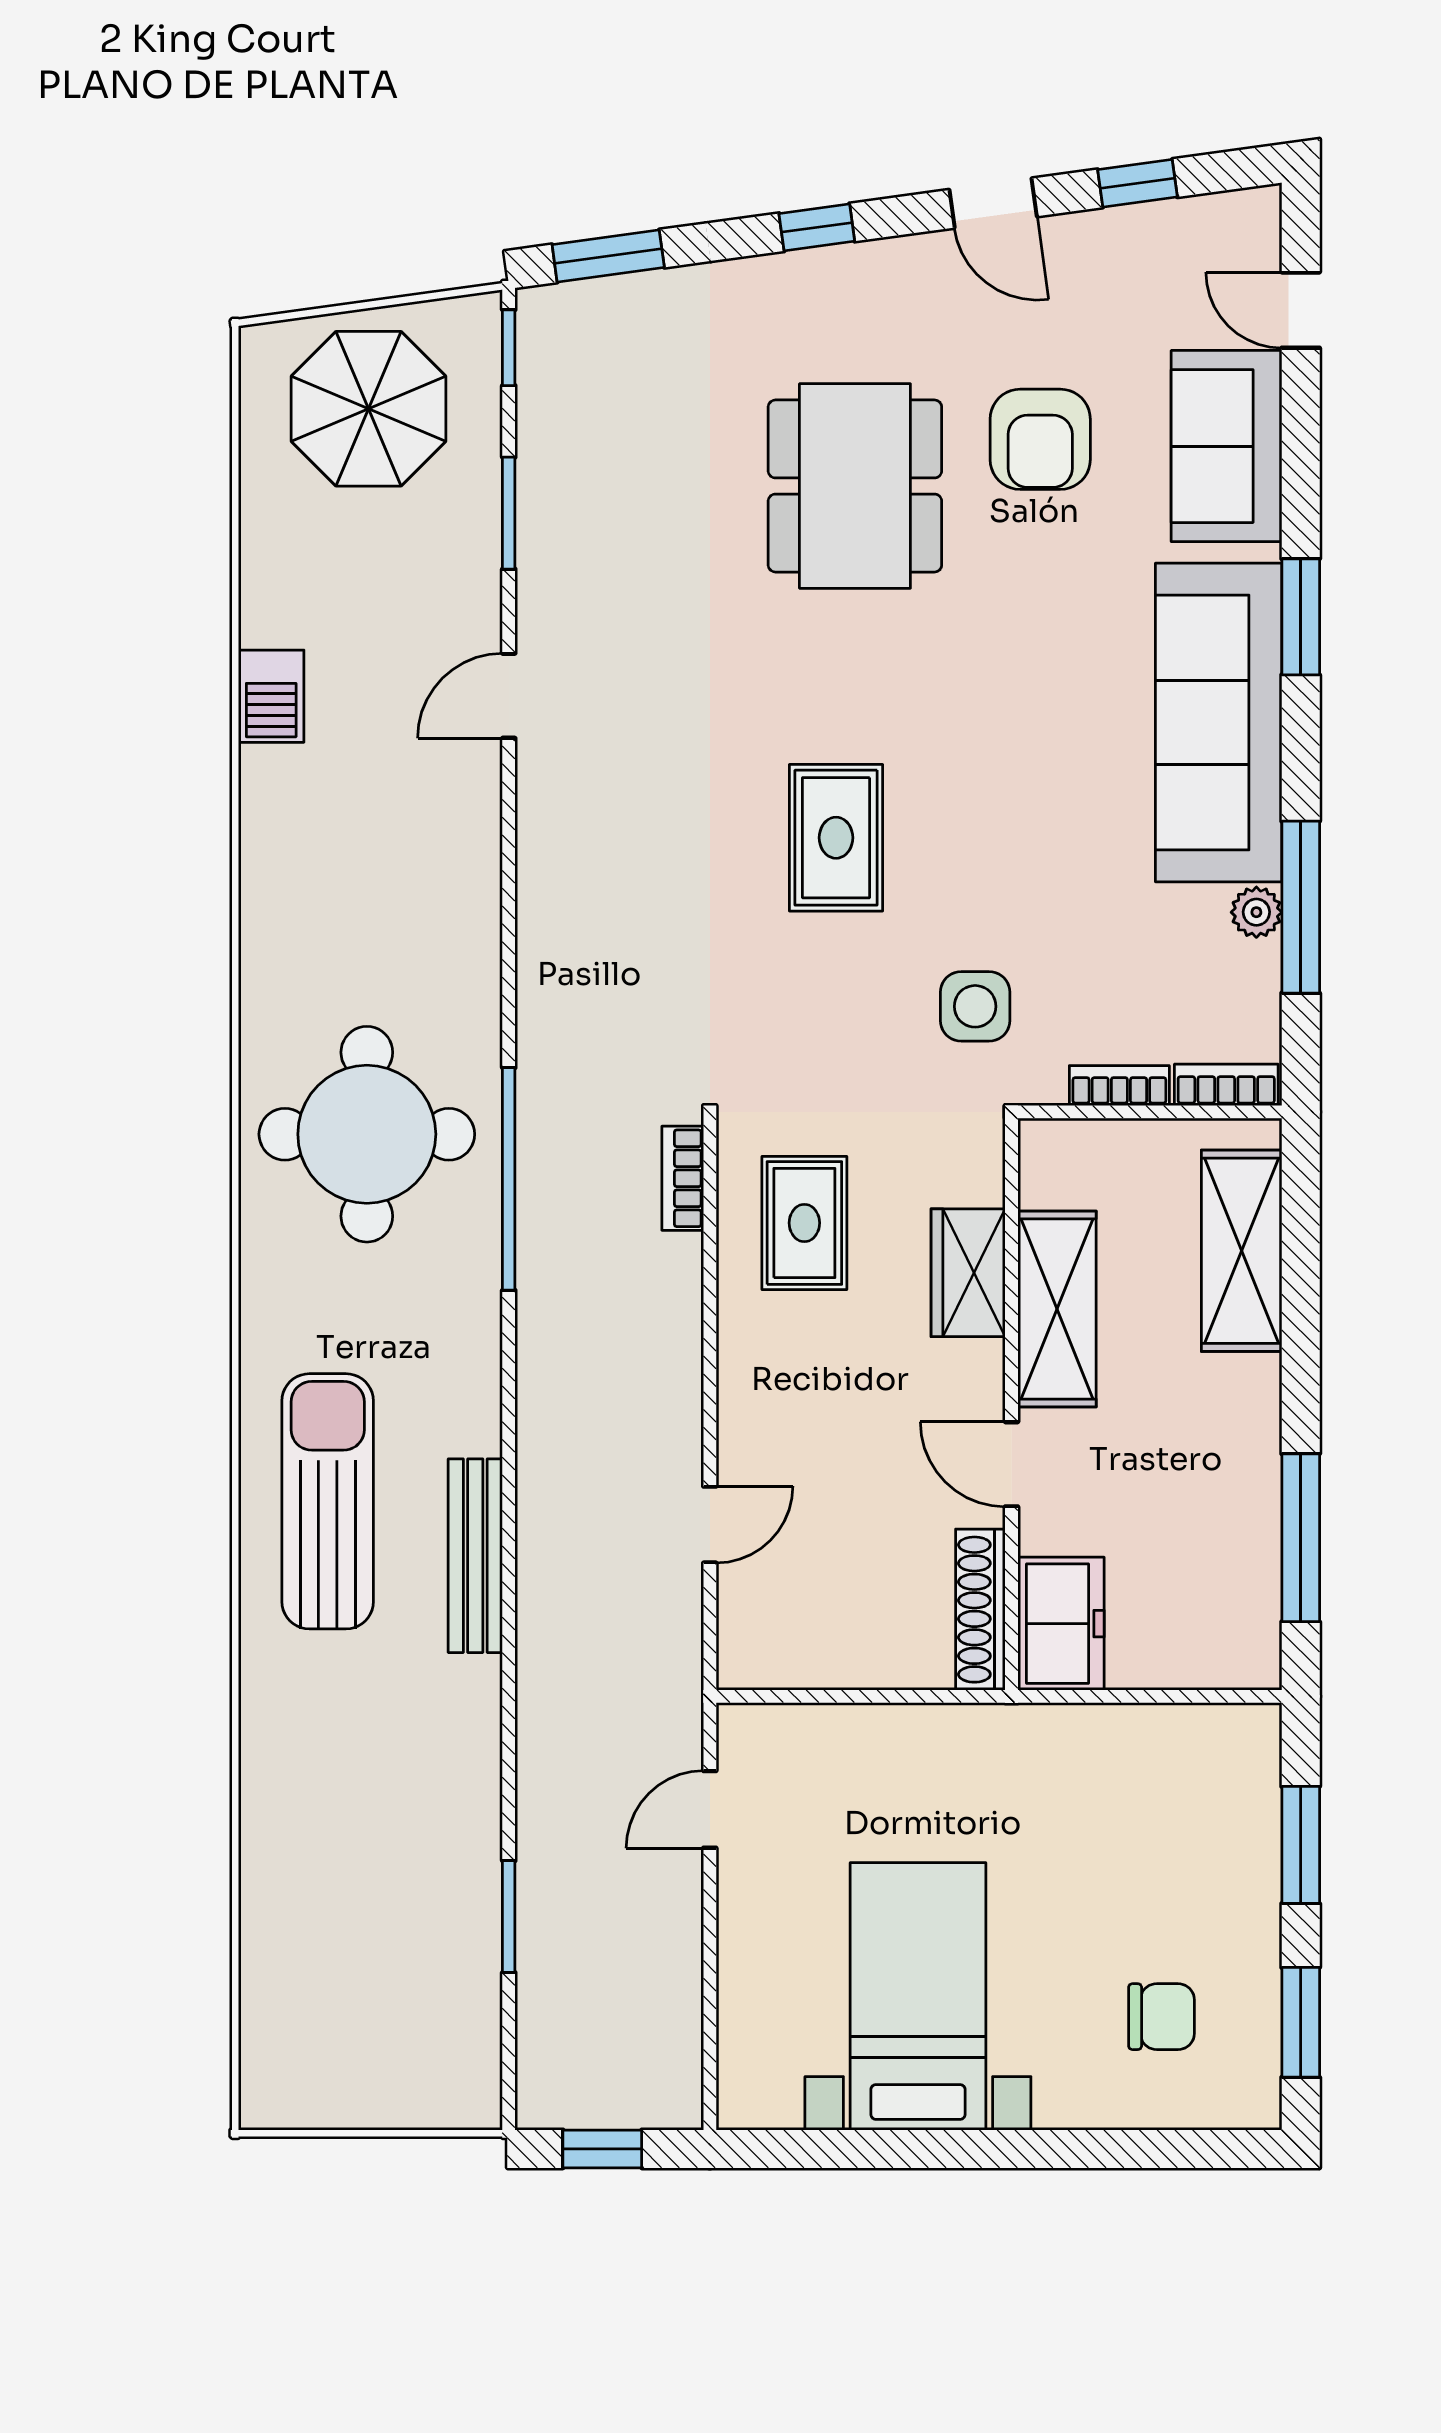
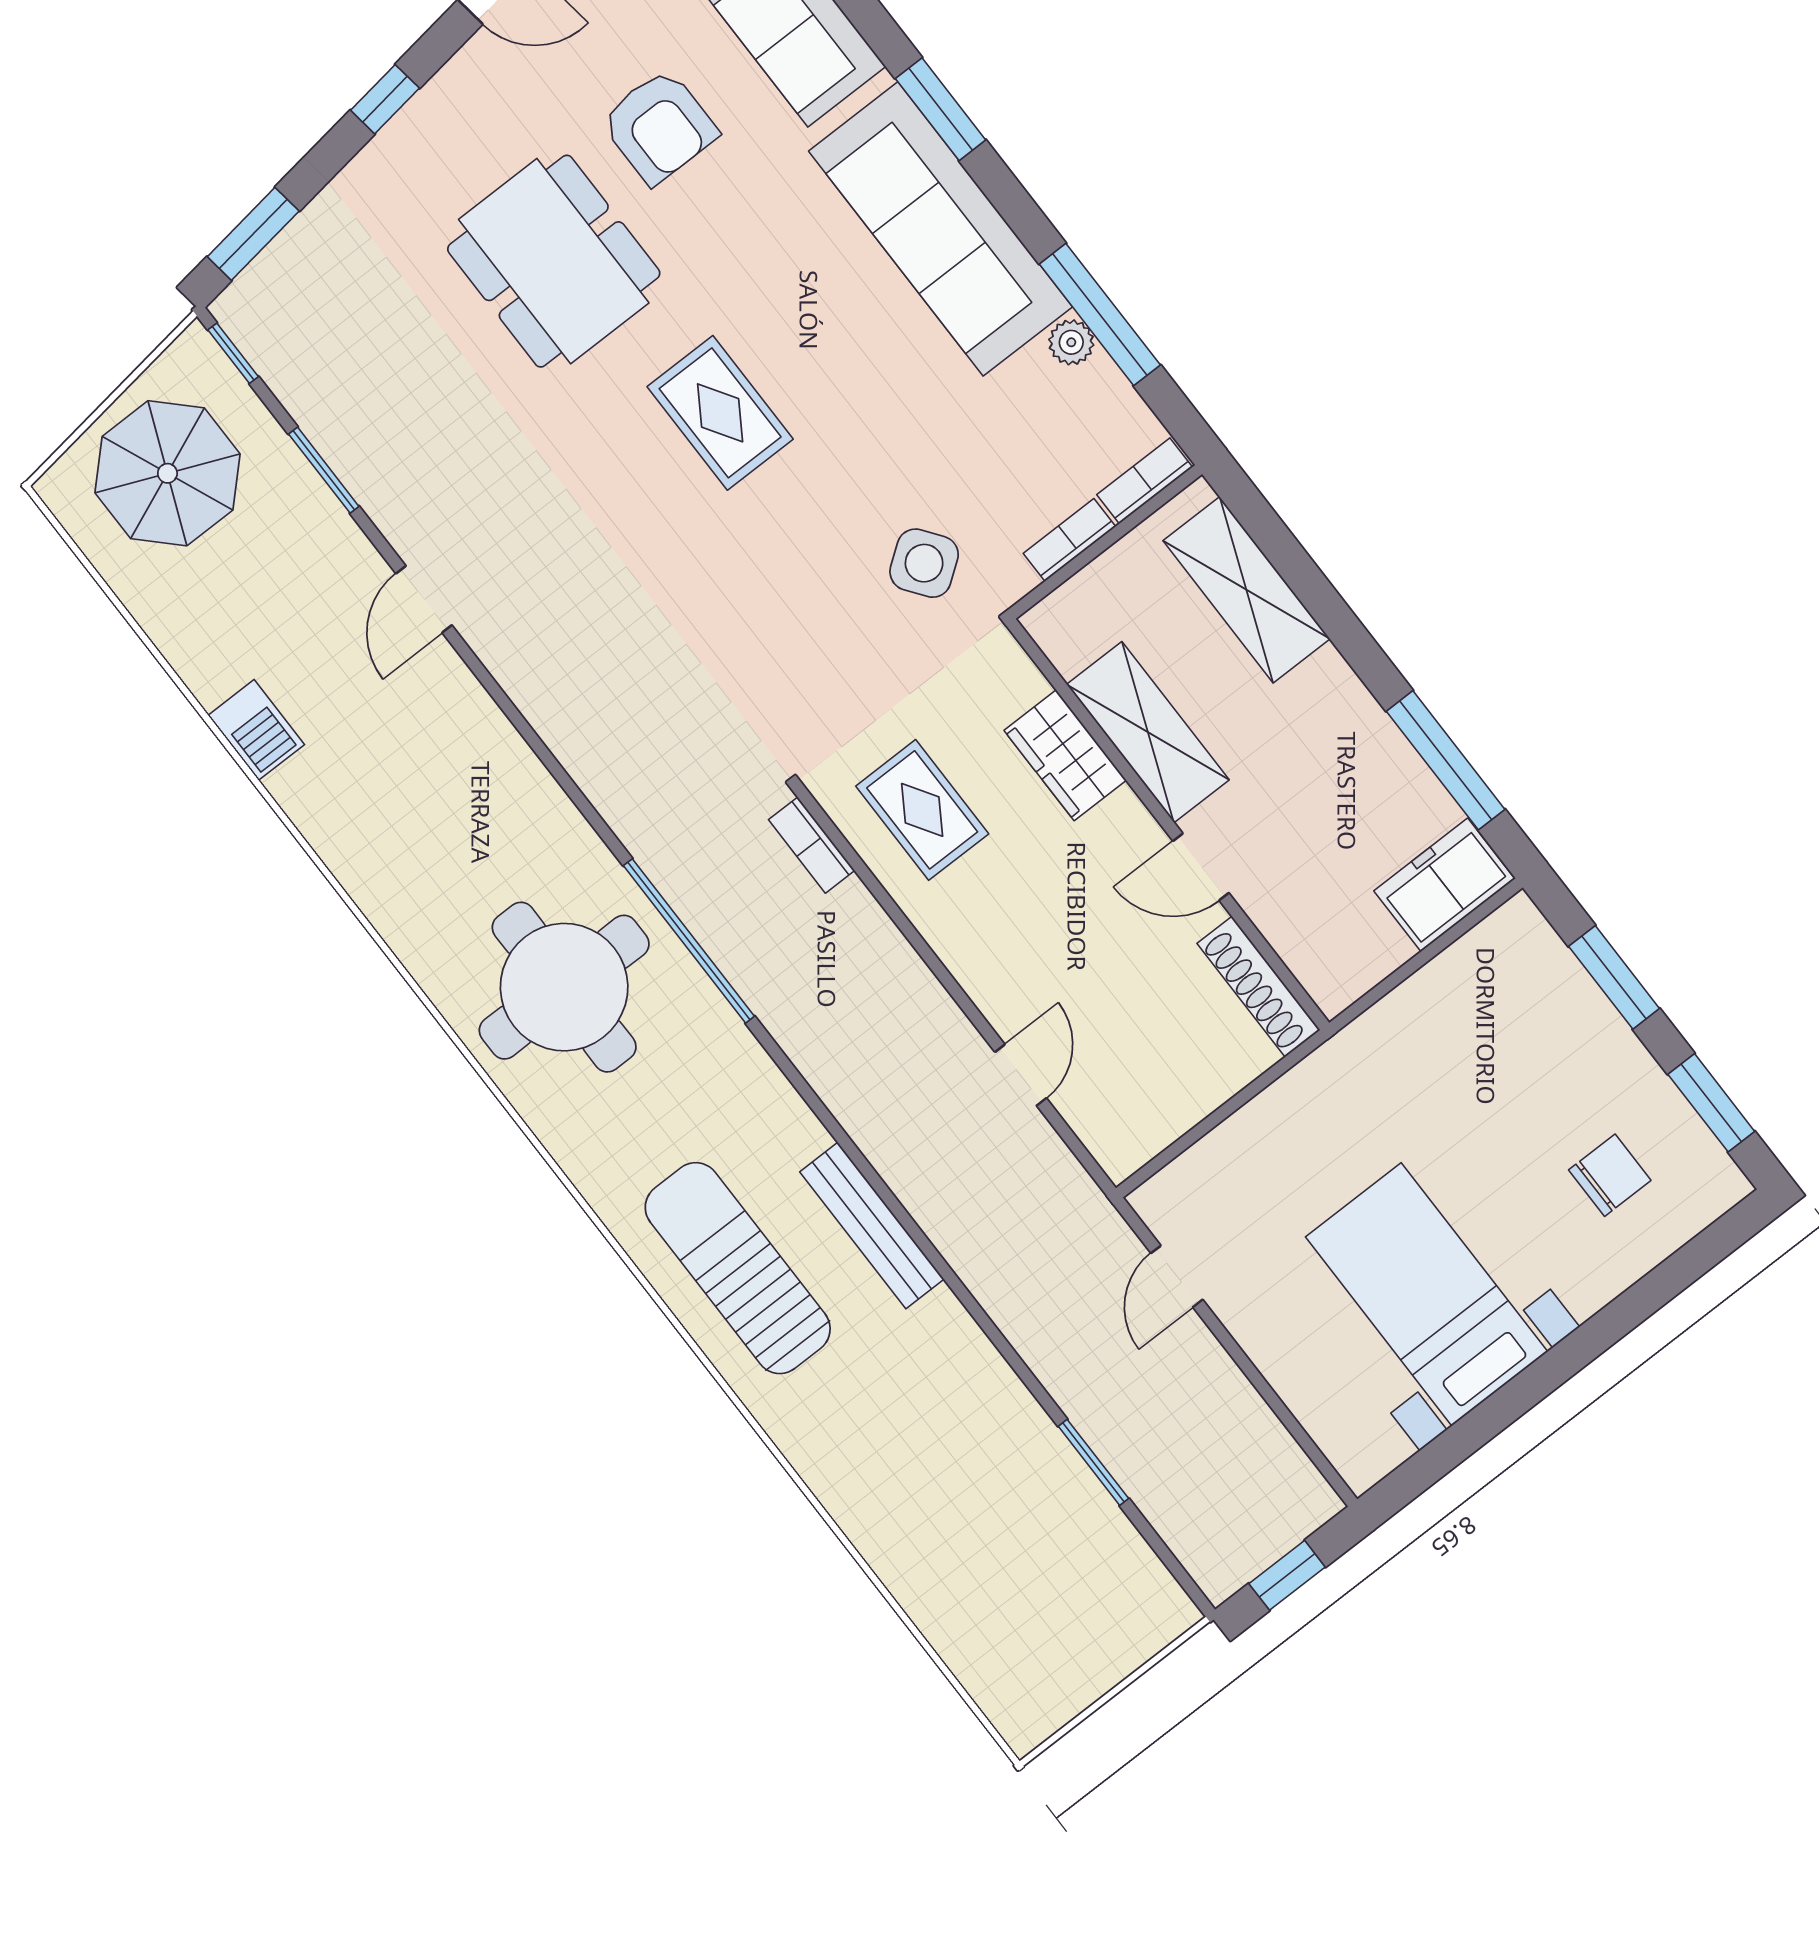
rug: (836, 838) -> (720, 413), moved
side table: (975, 1006) -> (924, 563), turned -36
freezer: (1061, 1624) -> (1444, 885), moved, turned -90

